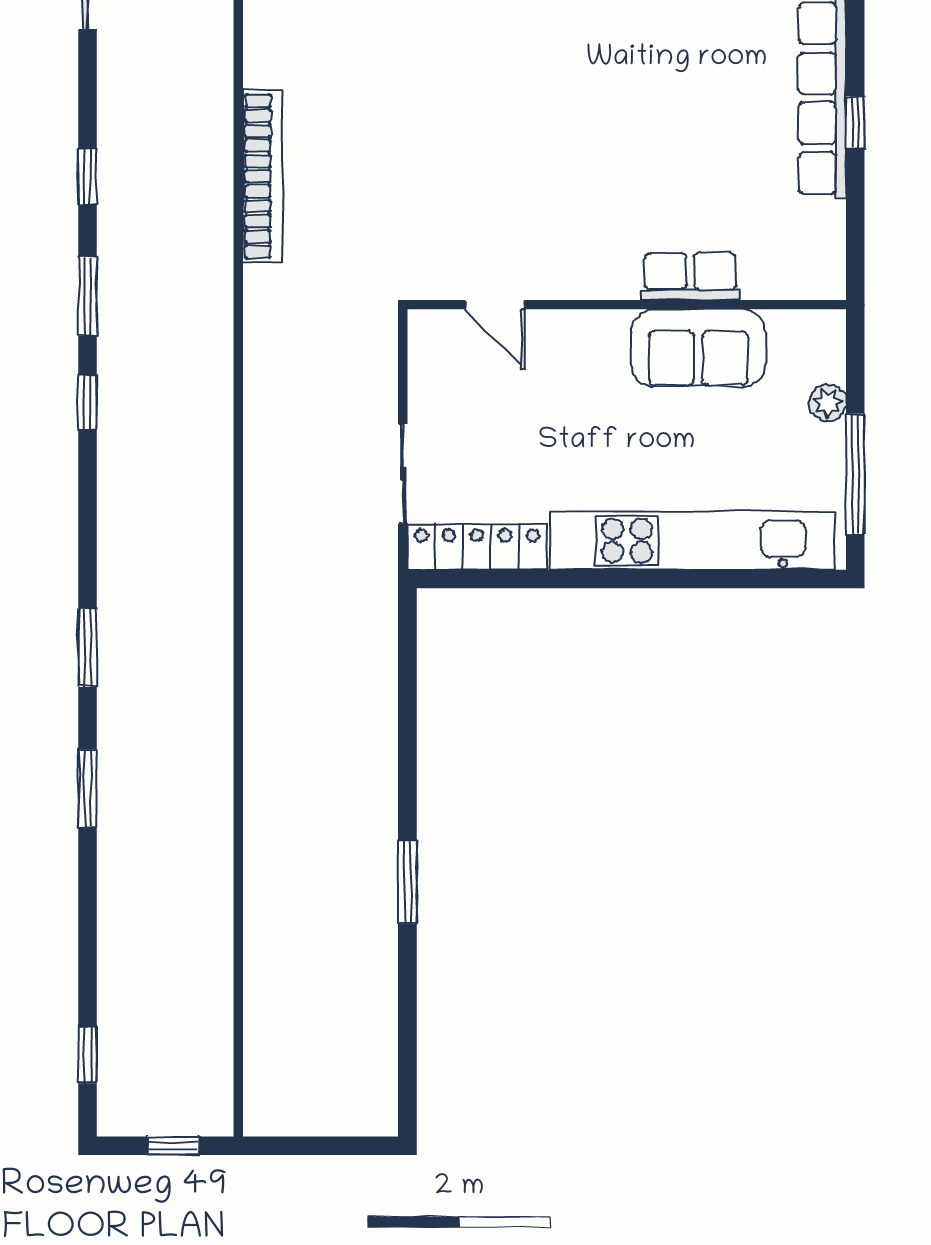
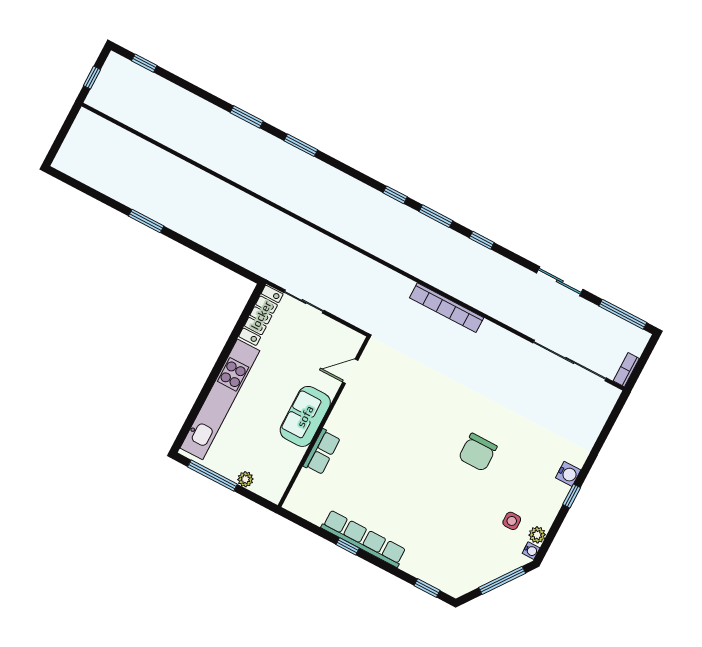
sofa: (698, 348) -> (305, 416), moved

